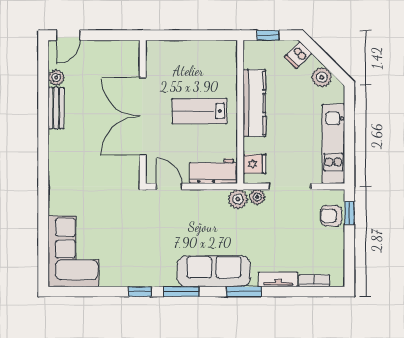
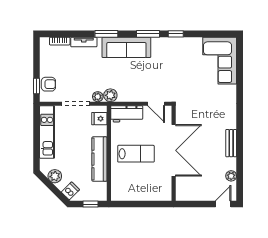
bench: (56, 108) -> (231, 143), moved

